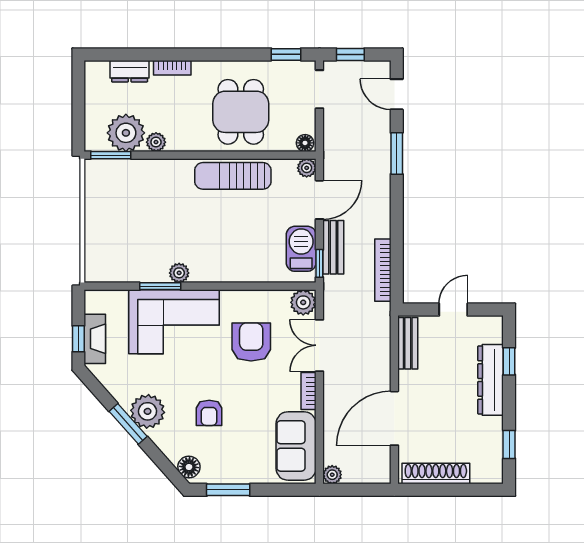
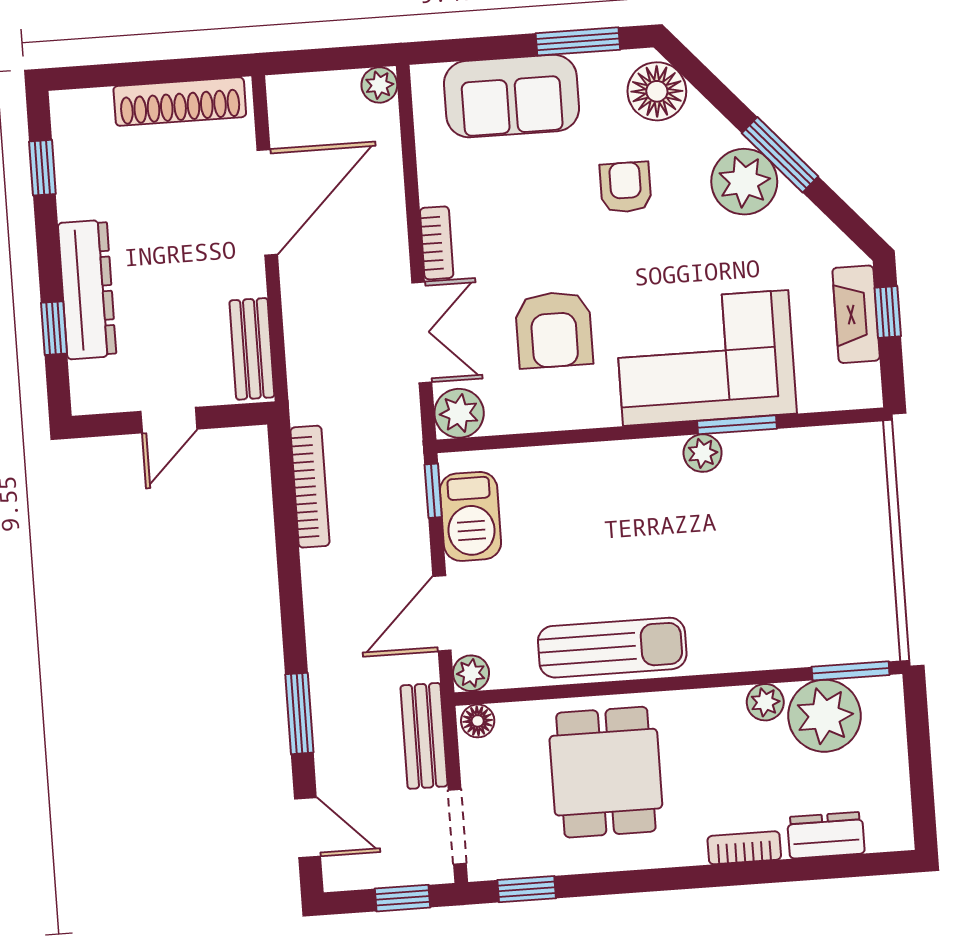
bench: (333, 247) -> (424, 736), moved
sofa: (296, 446) -> (511, 96), moved, turned 90
floor lamp: (189, 467) -> (657, 91), width x1.38, depth x1.38

